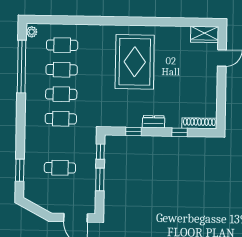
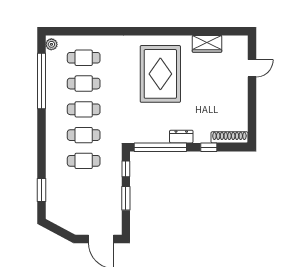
wardrobe: (205, 34) -> (207, 44), moved
window: (133, 131) -> (160, 147), width x3.17
cafe table: (60, 168) -> (84, 161), moved

